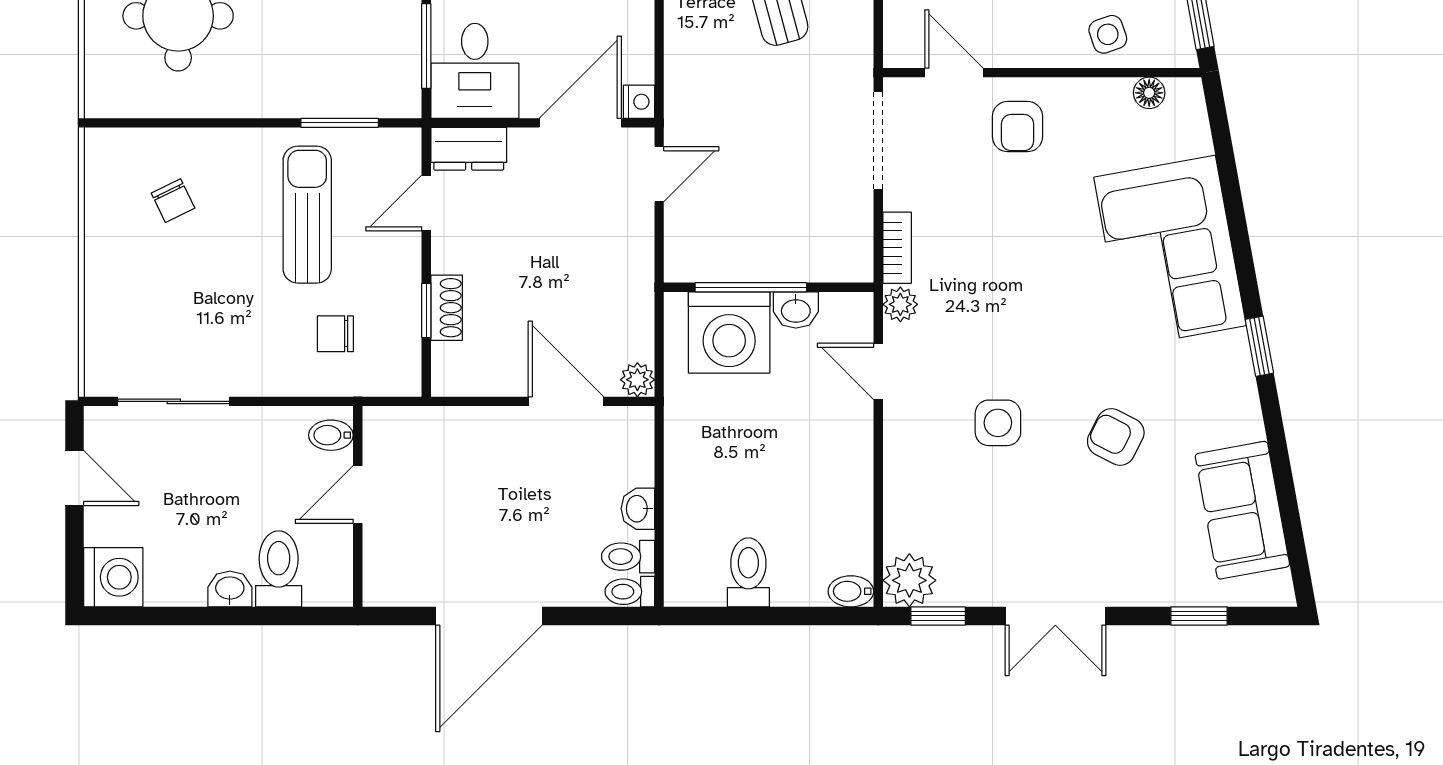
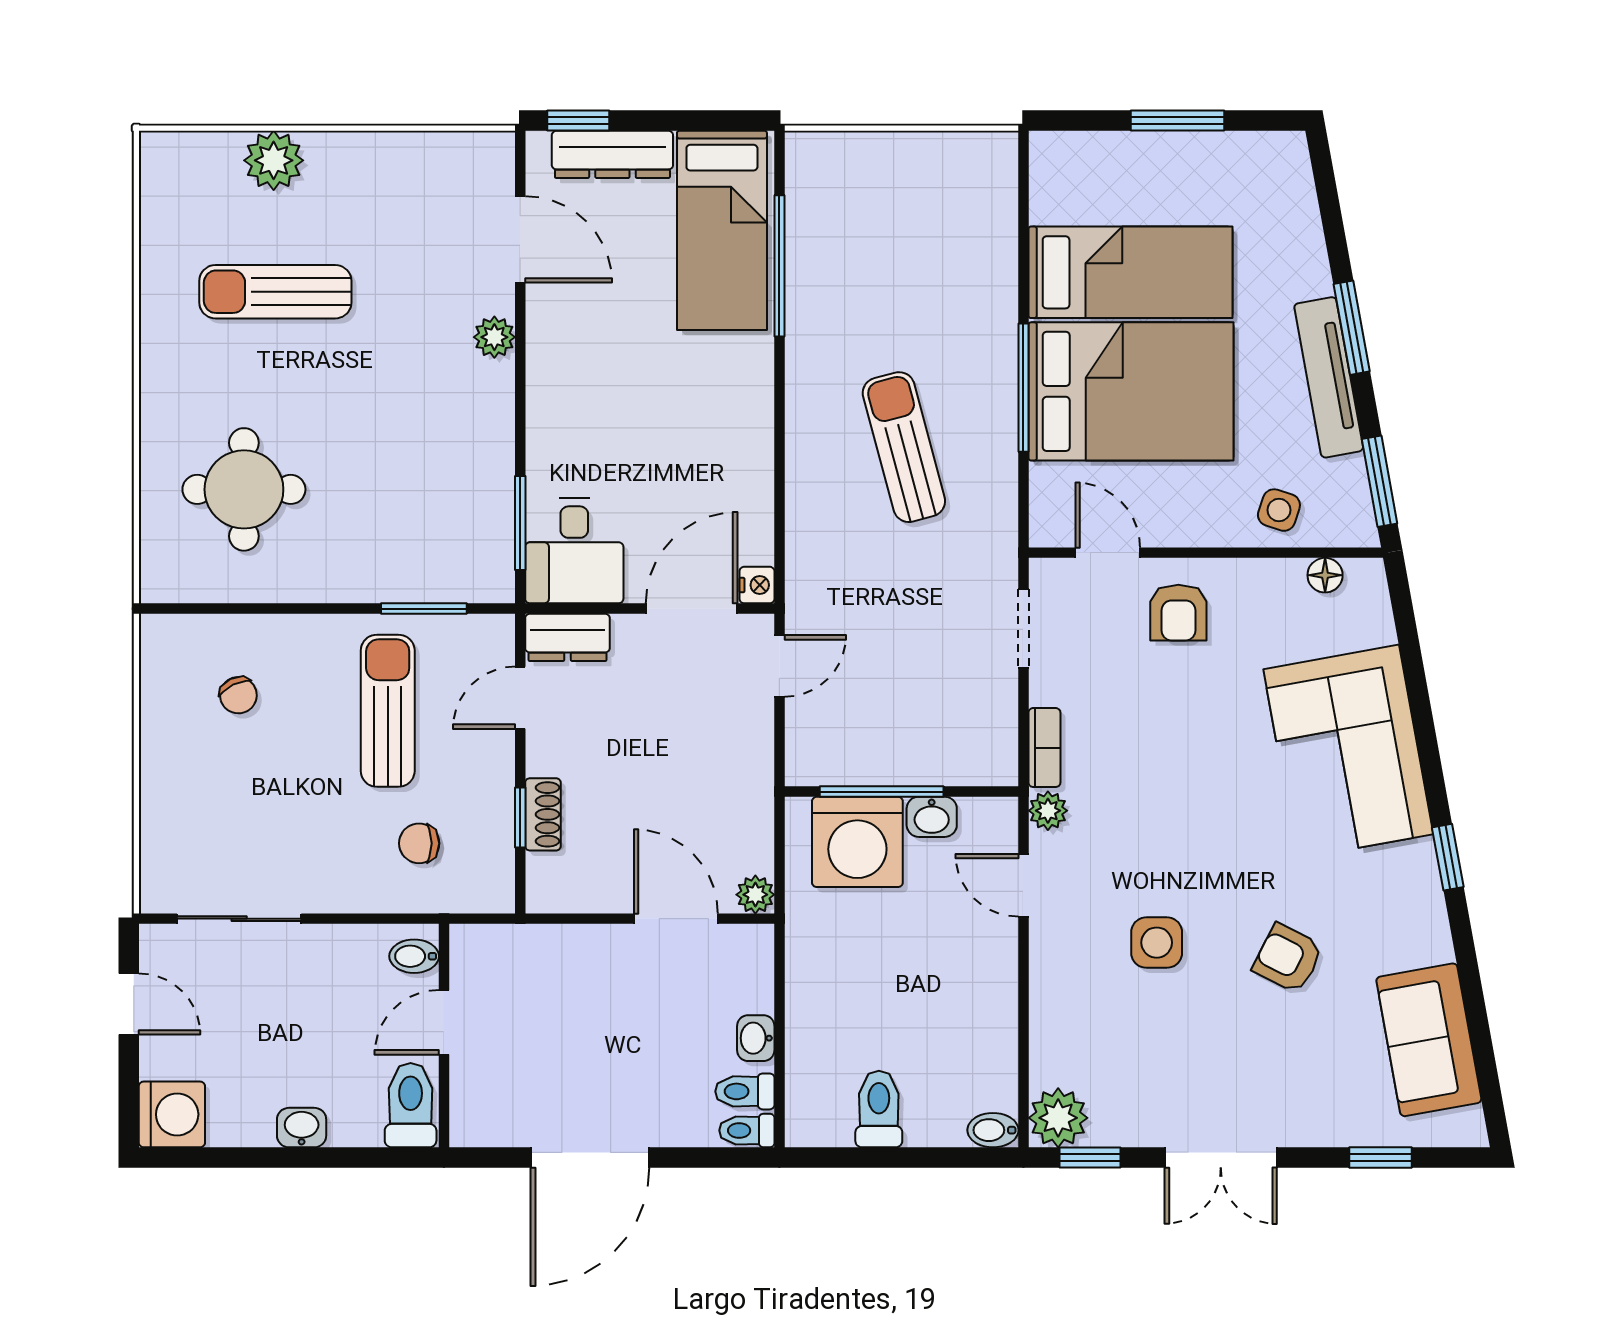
side table: (1108, 34) -> (1279, 510), turned 37
doorway: (878, 141) -> (1023, 628), width x0.73
toilet: (279, 569) -> (411, 1105), moved

